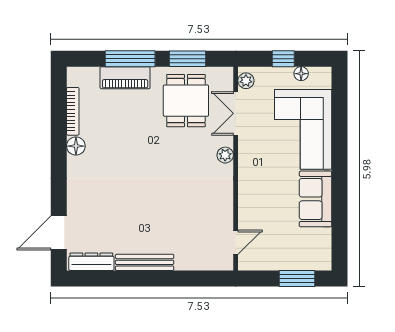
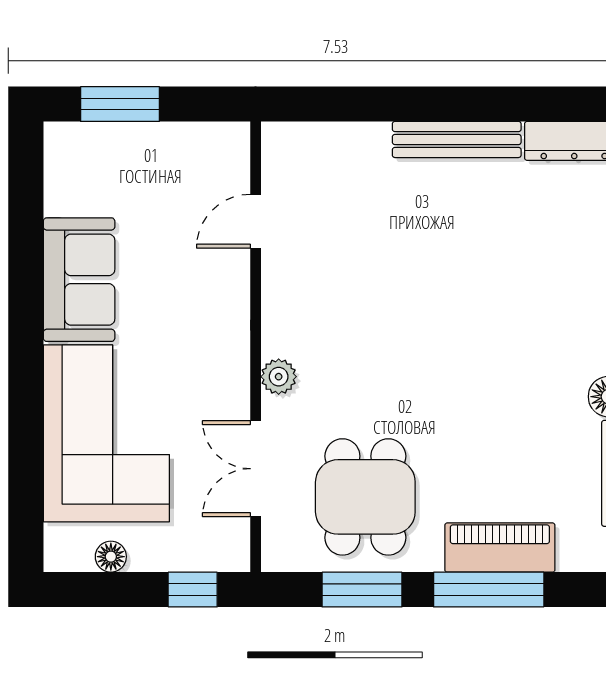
window: (283, 59) -> (193, 590), moved
plant: (246, 81) -> (233, 541), removed
double door: (236, 113) -> (256, 469), swing flipped
door: (236, 242) -> (256, 221), moved

